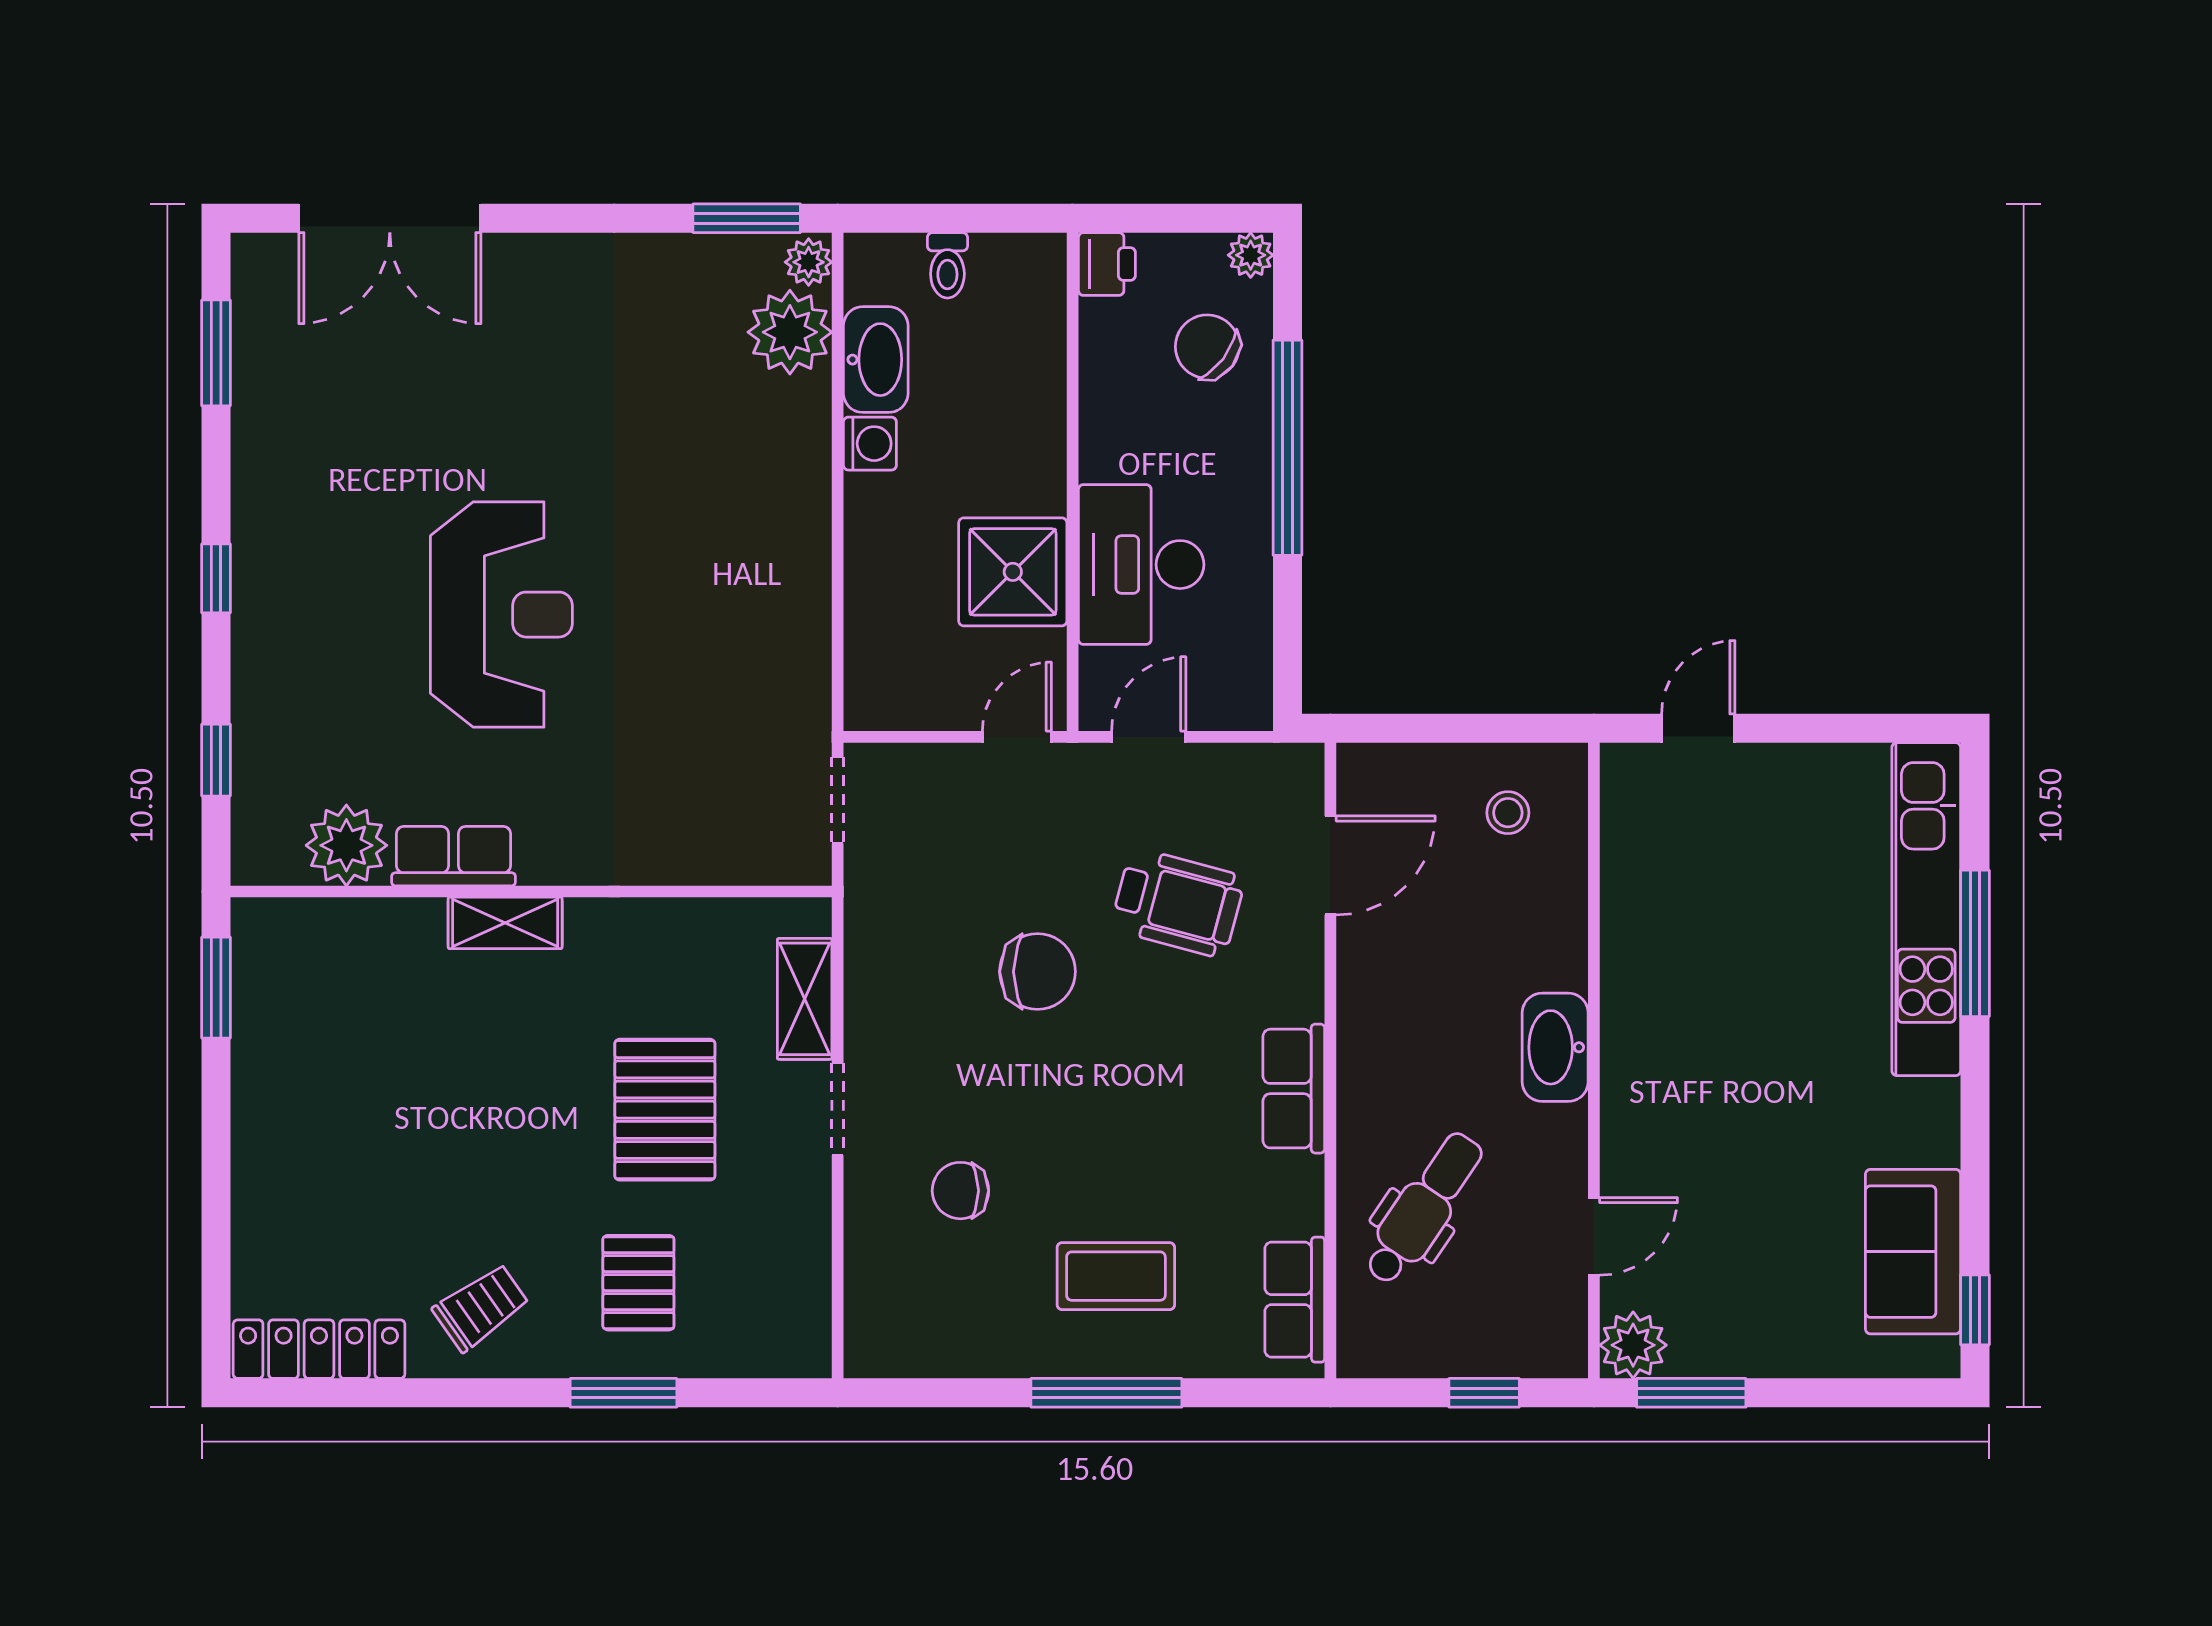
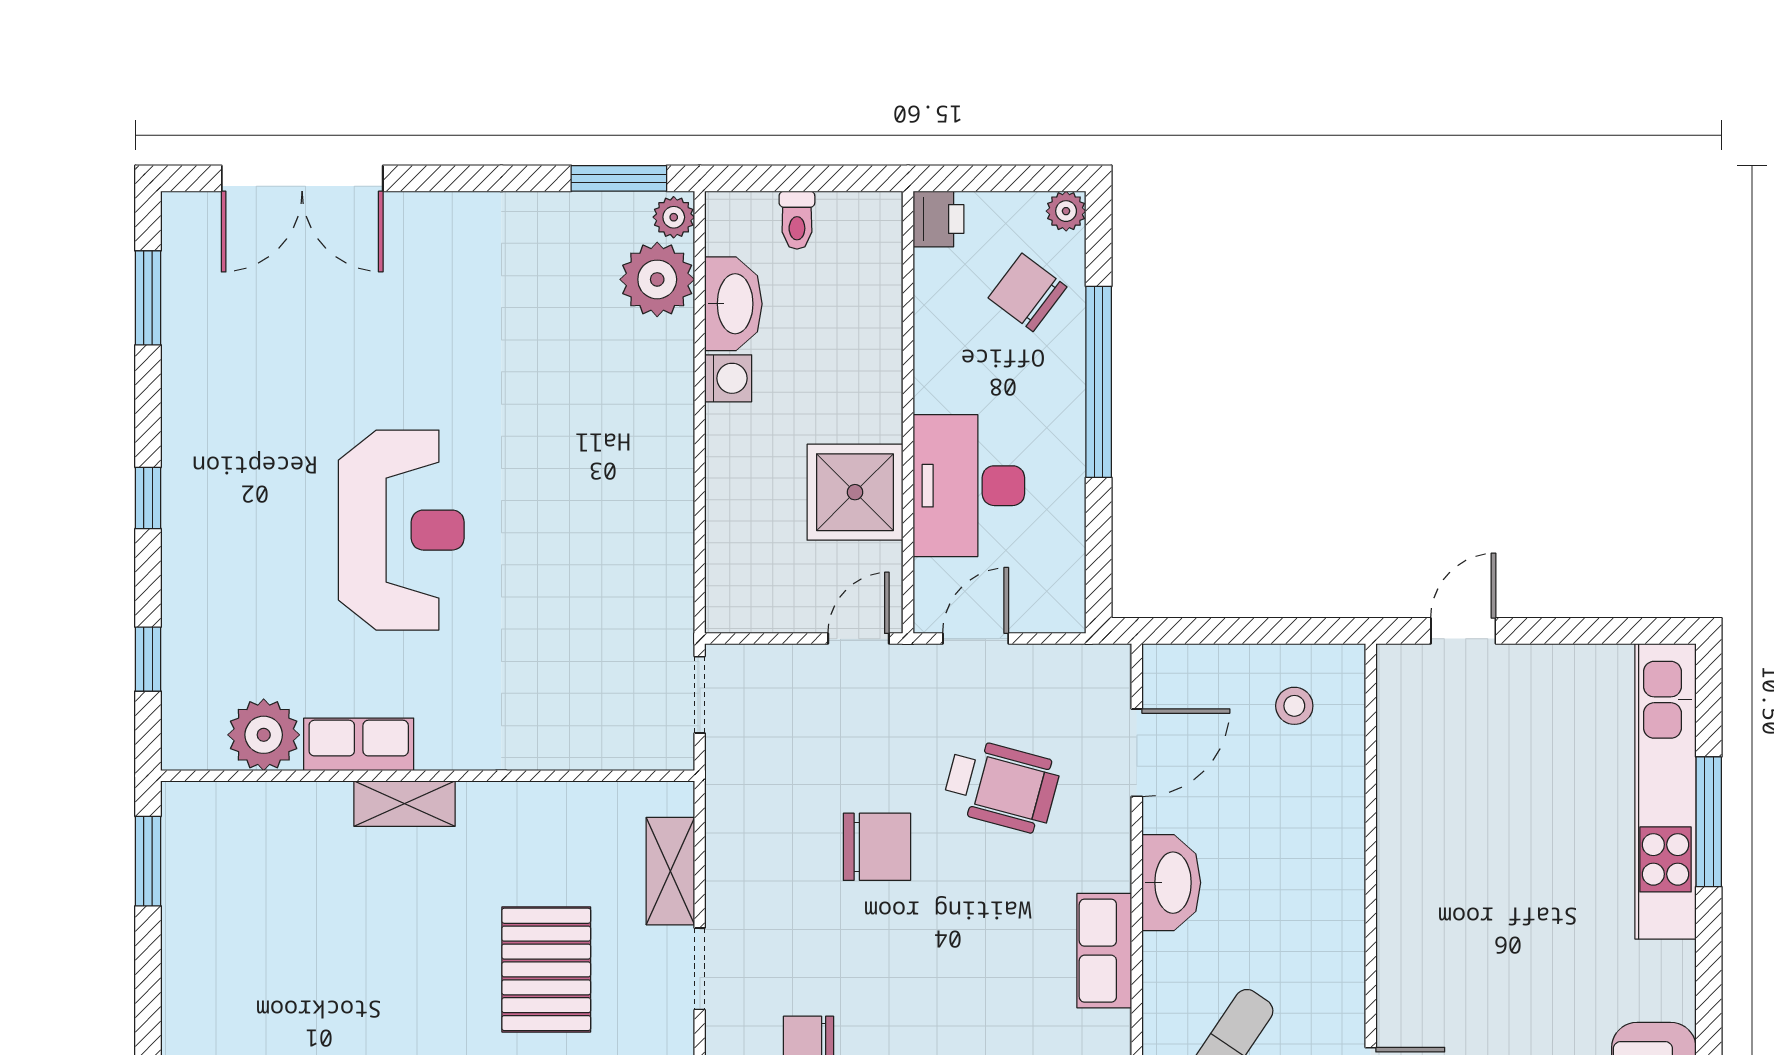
washbasin: (1555, 1047) -> (1171, 883), moved, turned 180

